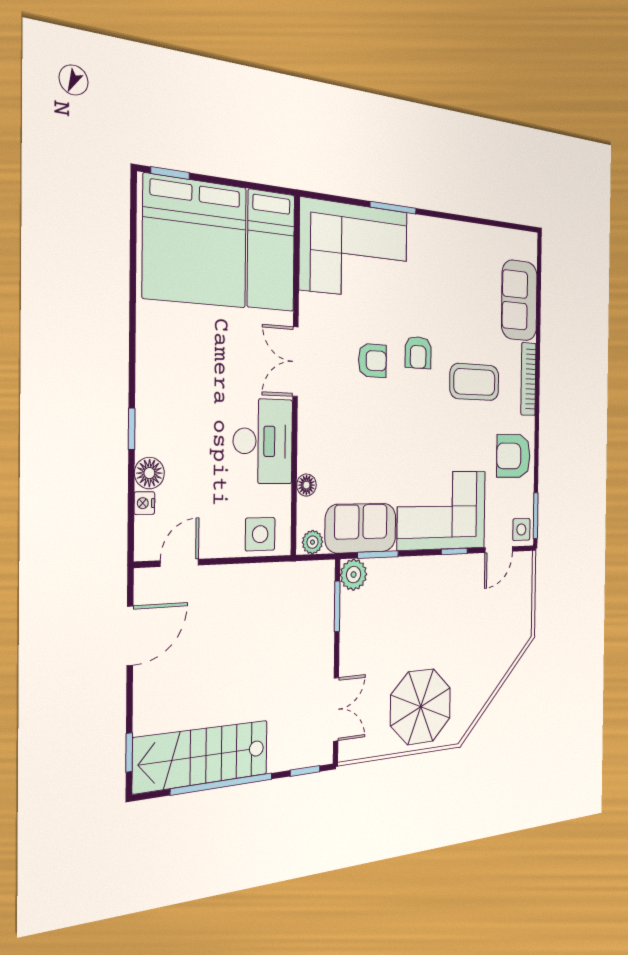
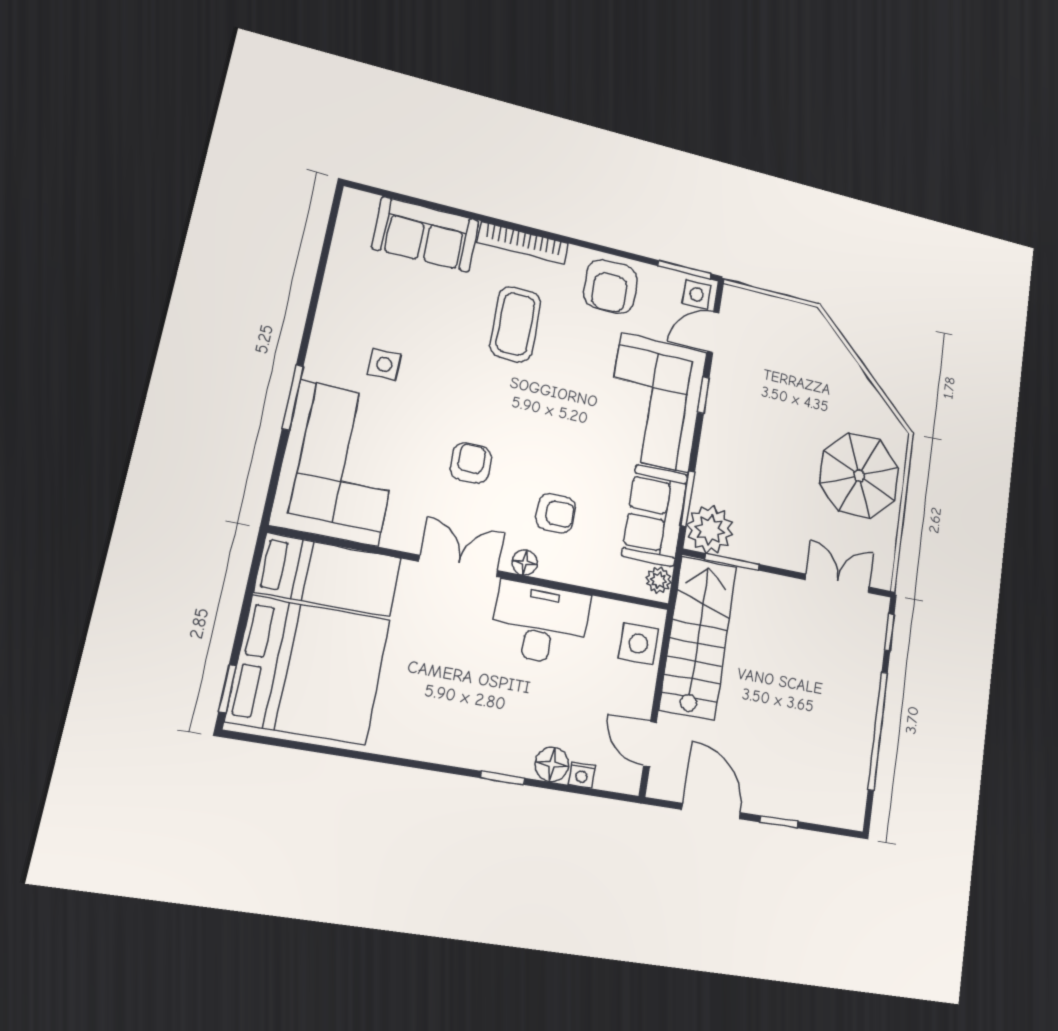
side table: (428, 279) -> (384, 364), added
armchair: (418, 353) -> (556, 513), moved
double door: (295, 362) -> (458, 566), swing flipped
floor lamp: (306, 485) -> (525, 563), moved
door: (499, 550) -> (713, 332), swing flipped
plant: (354, 575) -> (710, 529), width x1.36, depth x1.36
window: (129, 752) -> (779, 822), moved
stairs: (202, 756) -> (698, 638), moved, turned 180

